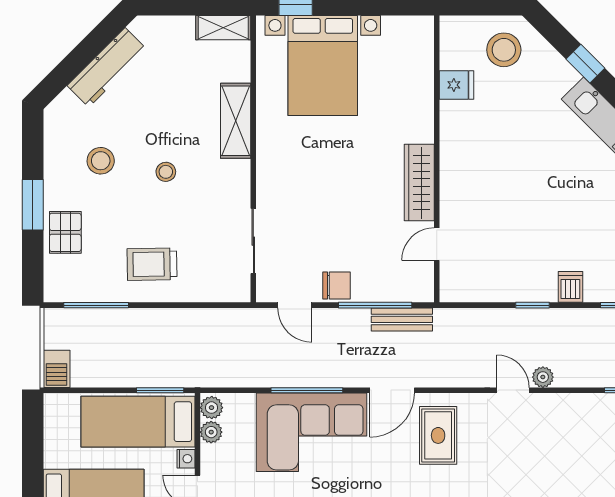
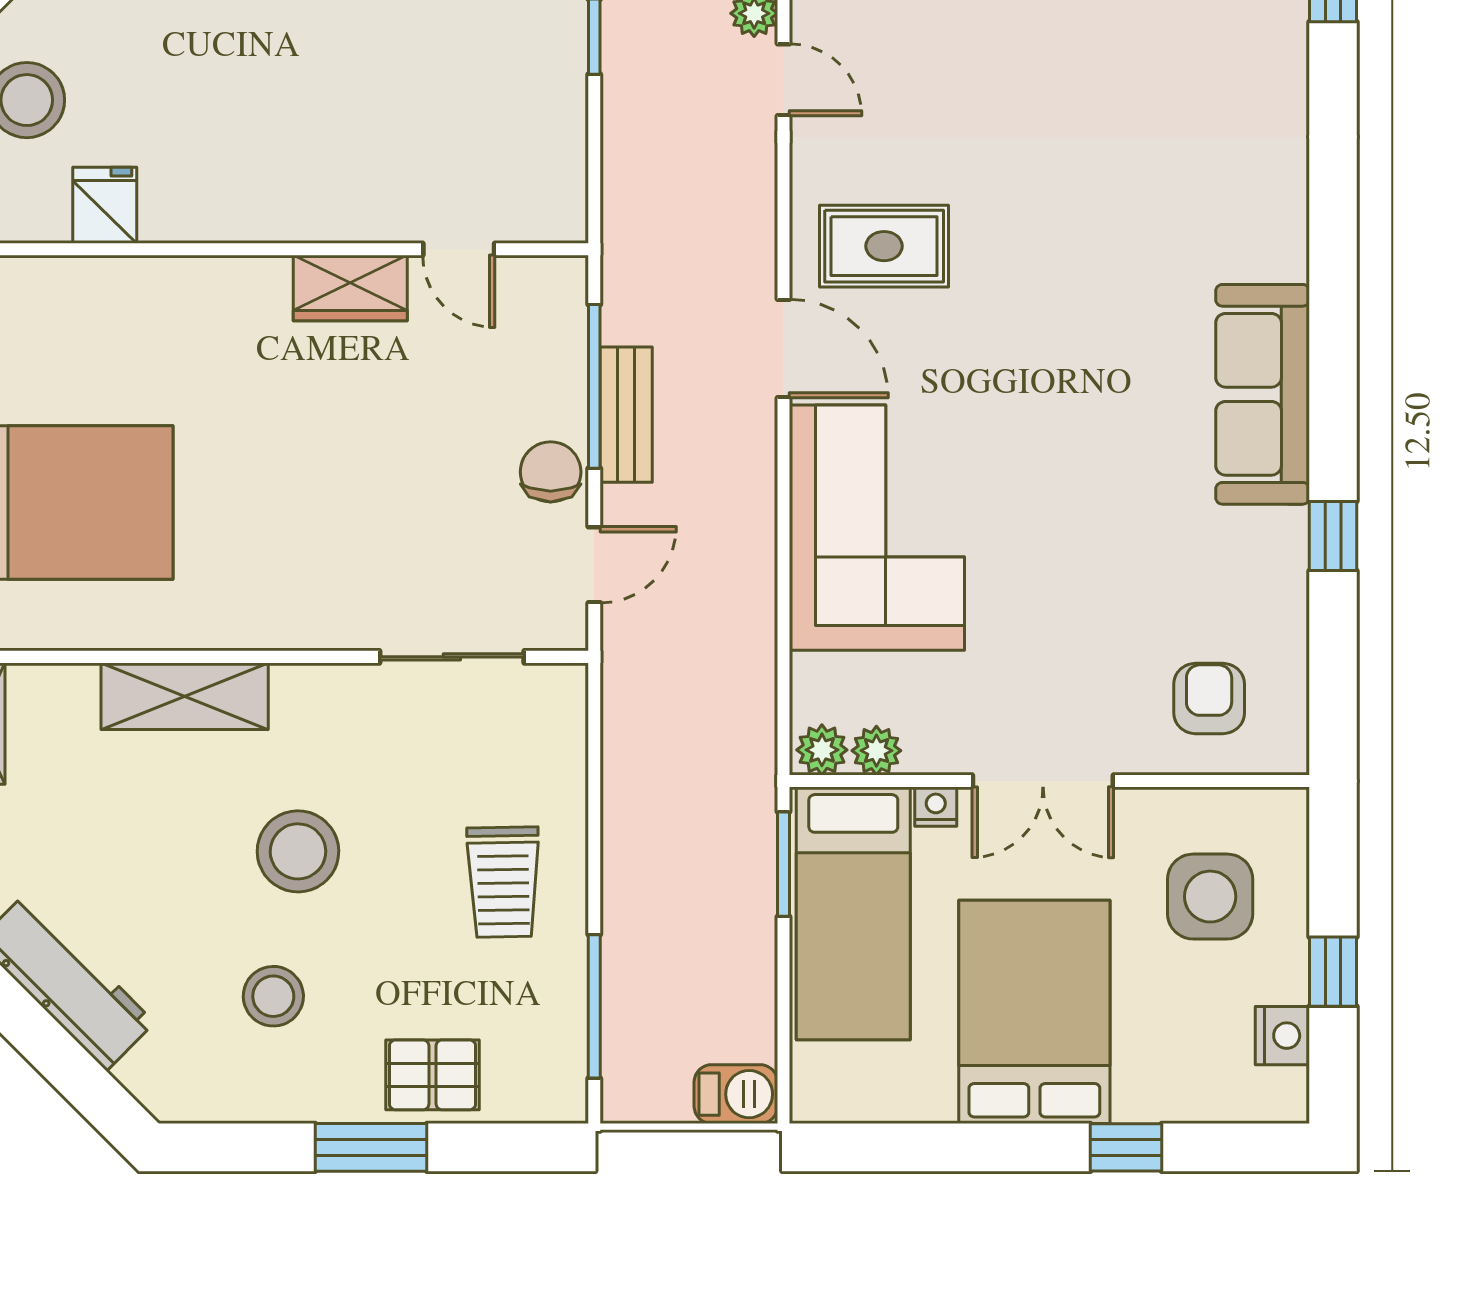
stool: (166, 172) -> (298, 851), width x1.89, depth x1.89
wardrobe: (419, 183) -> (350, 288), width x0.67
bench: (402, 319) -> (626, 415), moved
window: (307, 390) -> (783, 538), removed
door: (513, 390) -> (783, 80), swing flipped

